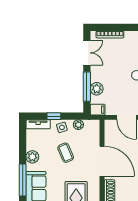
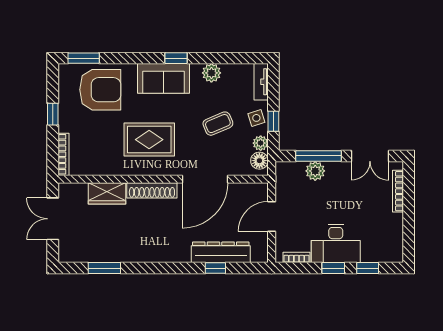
filing cabinet: (98, 110) -> (283, 172), removed
window: (54, 116) -> (273, 121), moved
floor lamp: (90, 125) -> (259, 161), added
window: (23, 180) -> (176, 58), width x0.46

